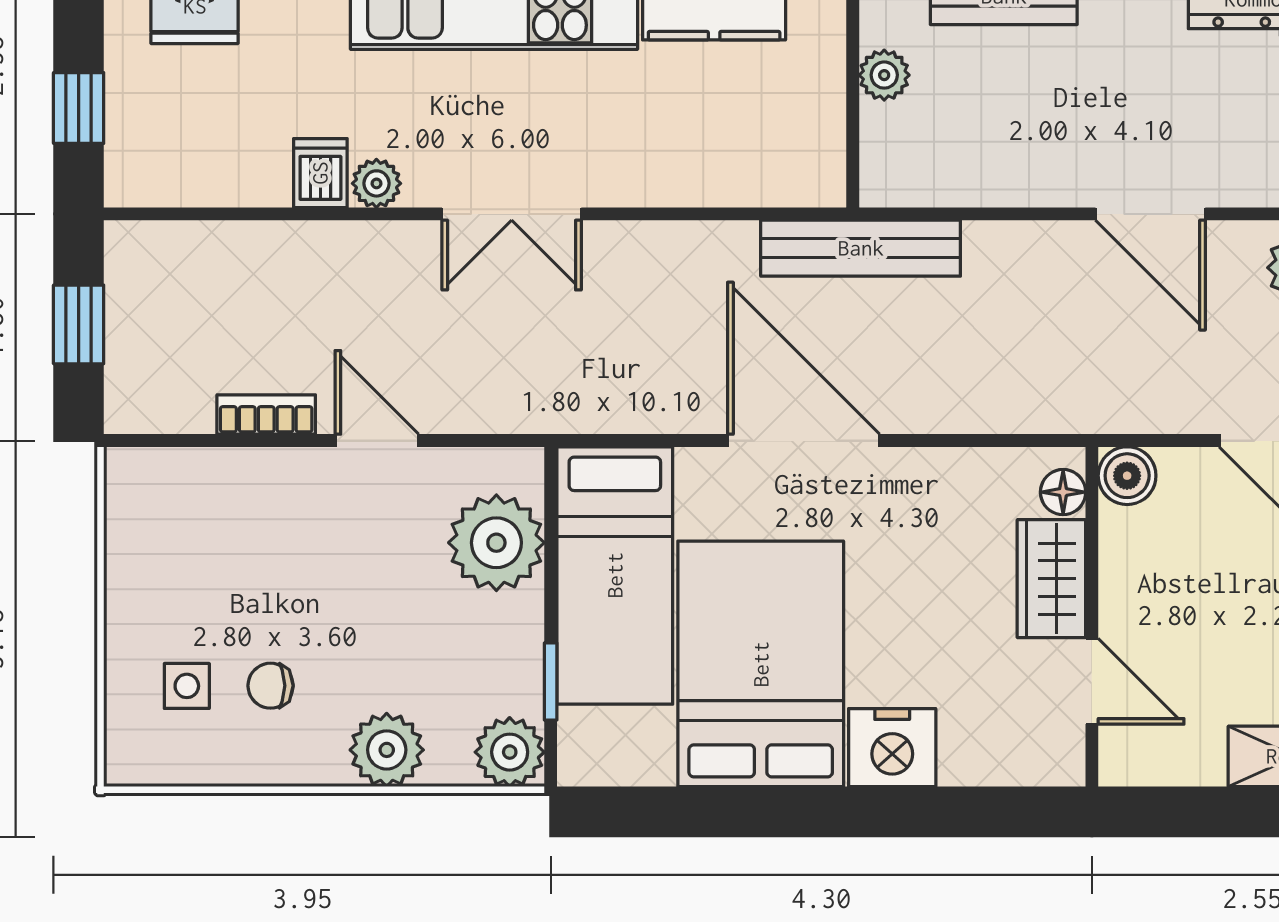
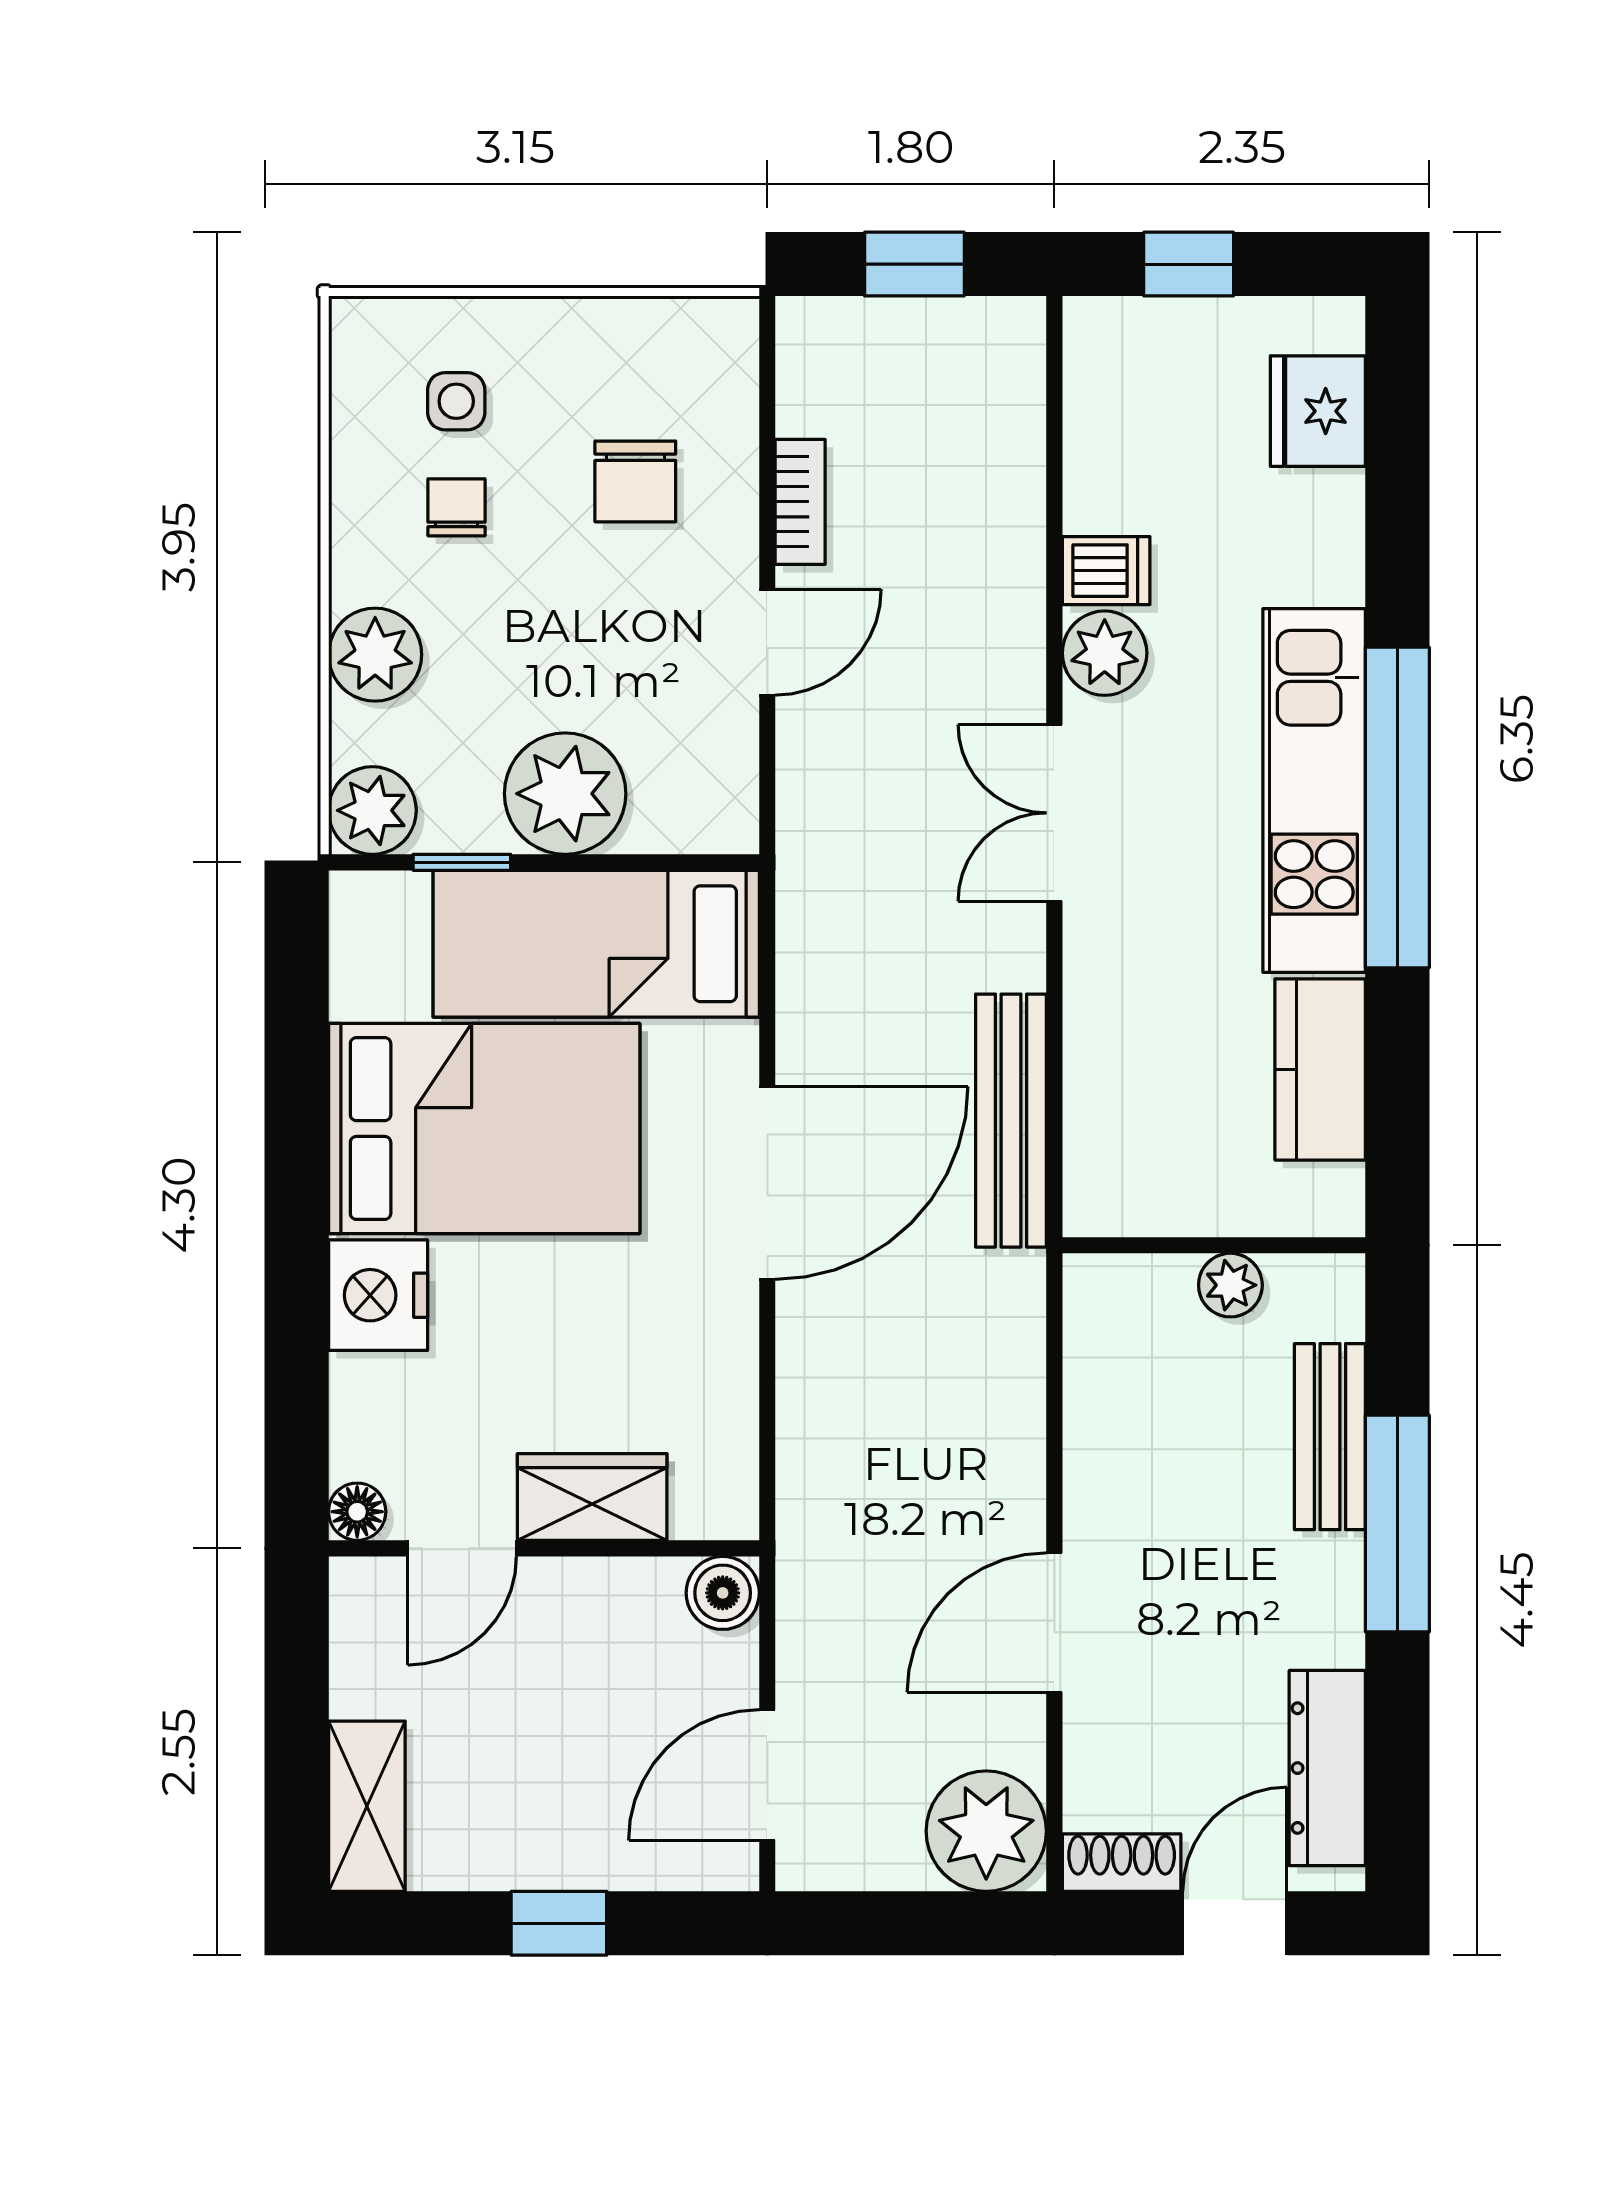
plant: (376, 183) -> (1105, 653), width x1.38, depth x1.38
bench: (861, 248) -> (1011, 1121), moved
floor lamp: (1063, 492) -> (357, 1512), moved
plant: (496, 543) -> (565, 794), moved
chair: (250, 545) -> (635, 481), added

